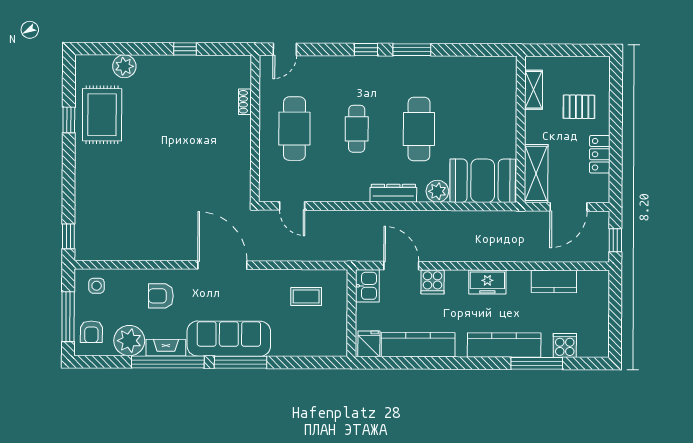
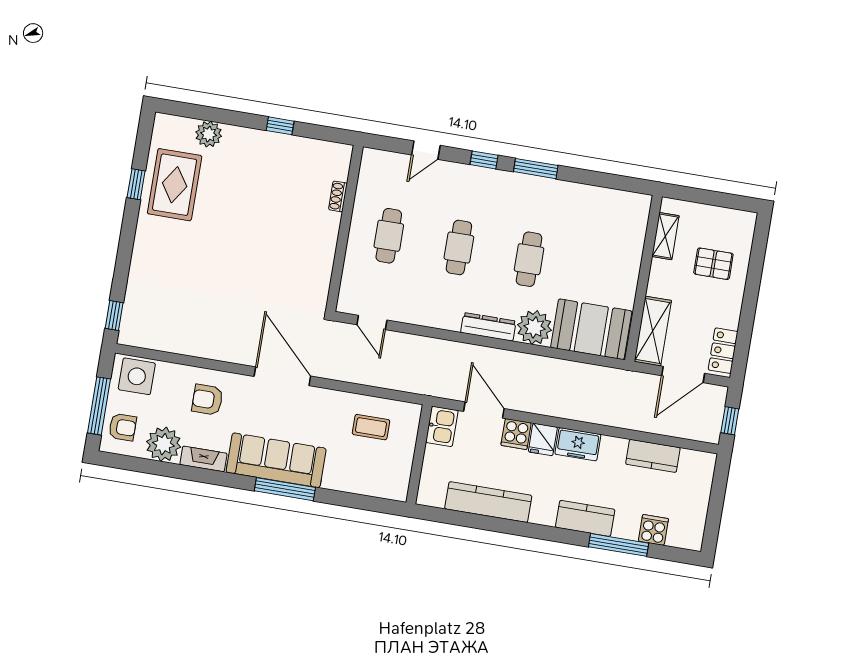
door: (285, 49) -> (426, 150), moved
cafe table: (294, 129) -> (389, 236), width x0.73, depth x0.74
cafe table: (419, 129) -> (529, 259), width x0.73, depth x0.74
locker: (600, 154) -> (723, 351), moved
plant: (437, 191) -> (534, 327), width x1.36, depth x1.36
side table: (97, 286) -> (137, 376), width x1.87, depth x1.87
armchair: (91, 332) -> (123, 427), turned -90
fridge: (369, 344) -> (543, 439), moved, turned 180
kitchen counter: (504, 345) -> (585, 518), width x0.67
window: (168, 362) -> (203, 475), removed

